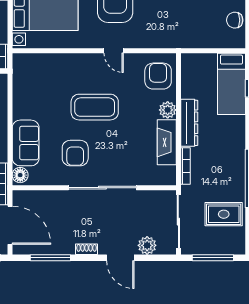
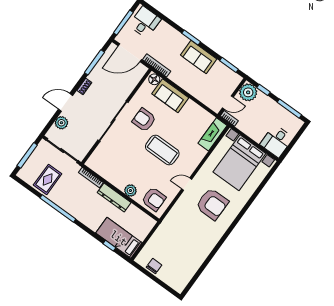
coffee table: (95, 107) -> (162, 150), turned 90
fireplace: (167, 142) -> (213, 134), moved, turned -90

